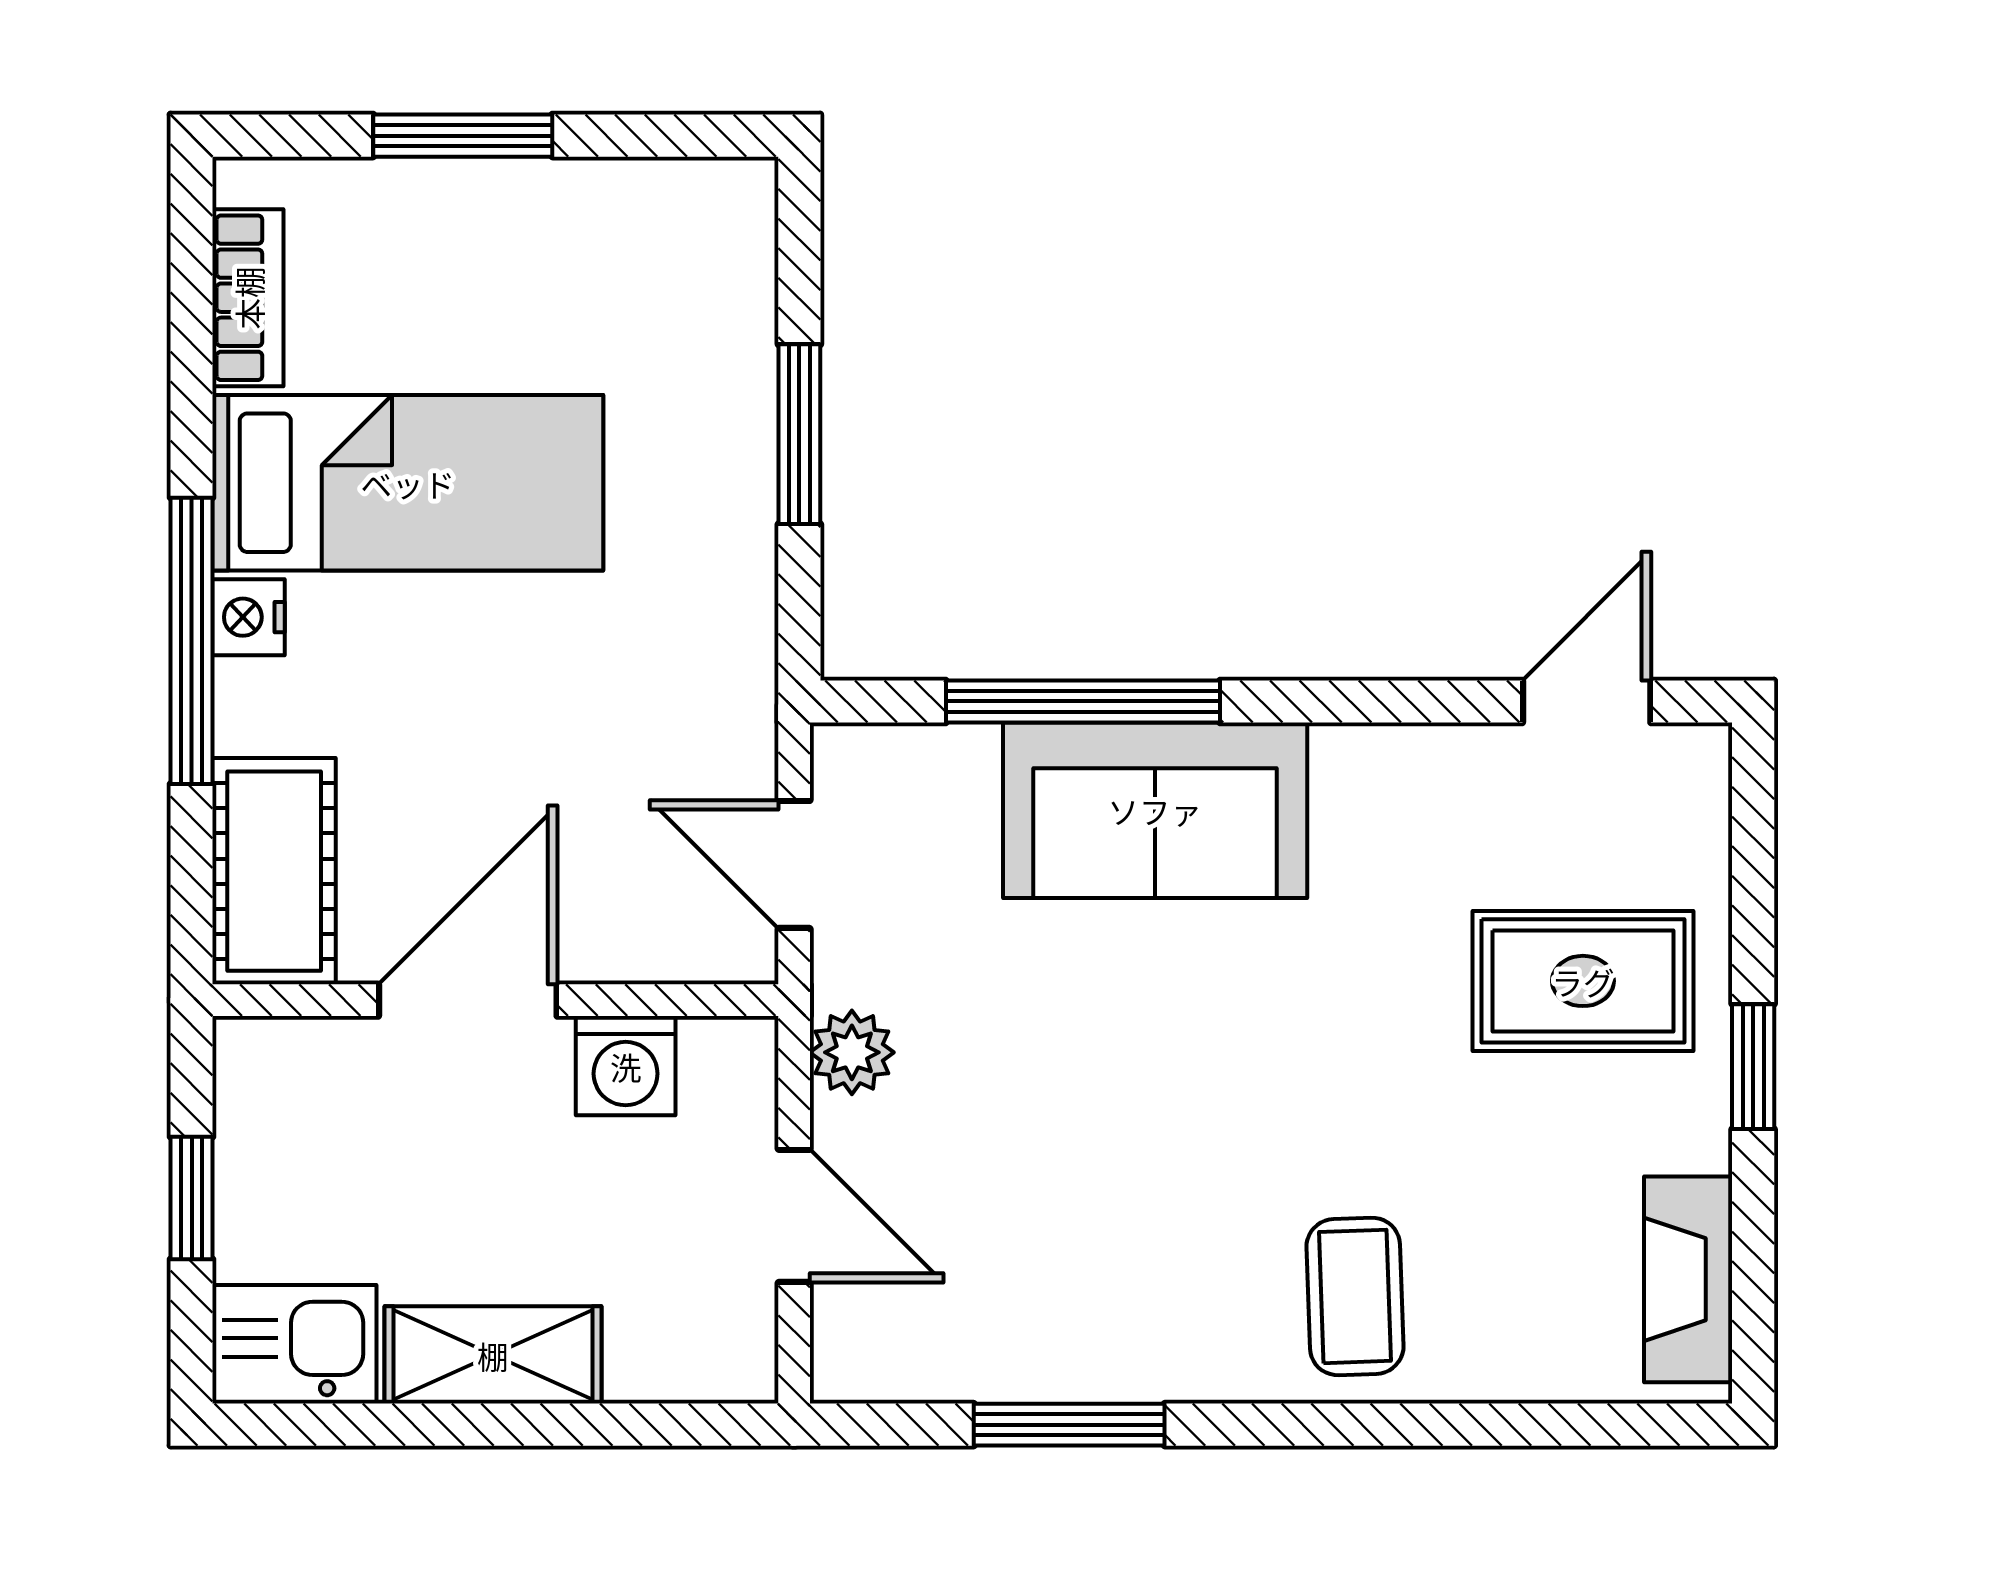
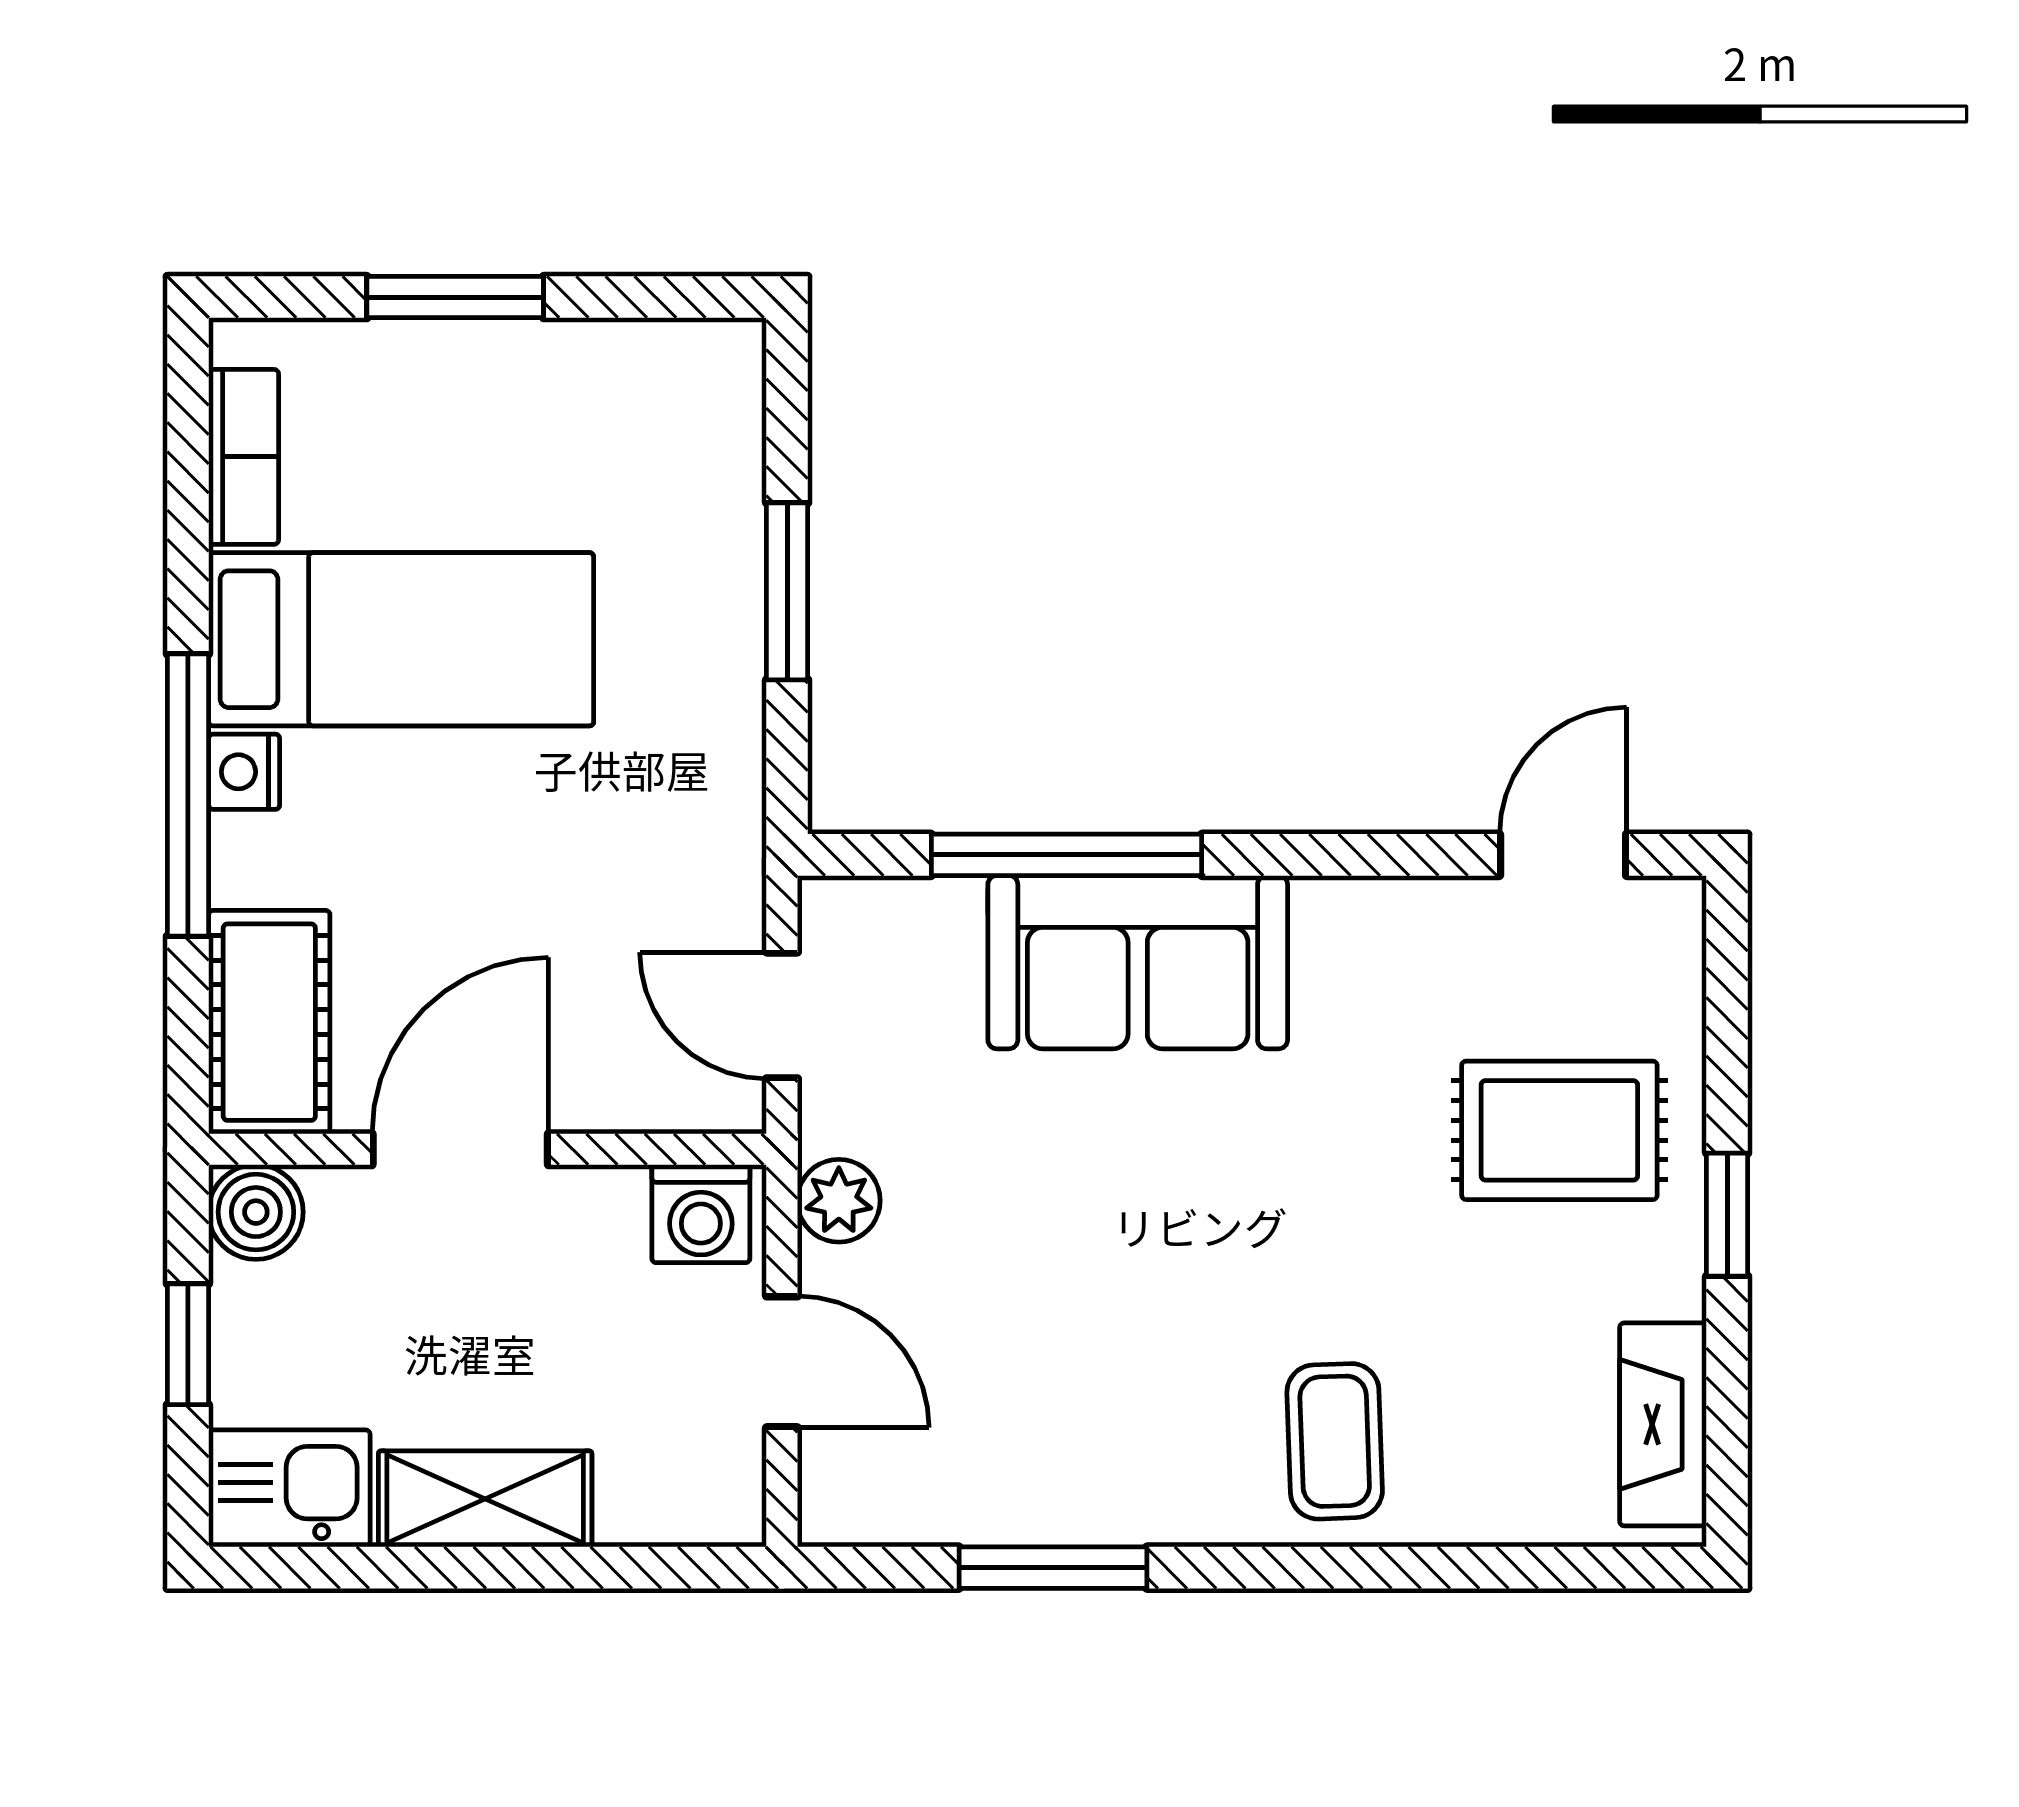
boiler: (260, 1064) -> (256, 1212), added
washing machine: (626, 1066) -> (701, 1214), moved

